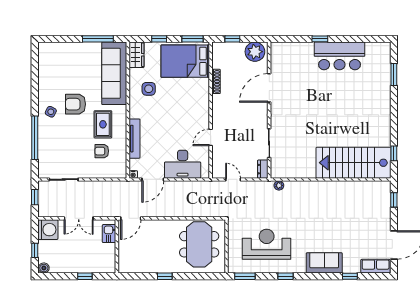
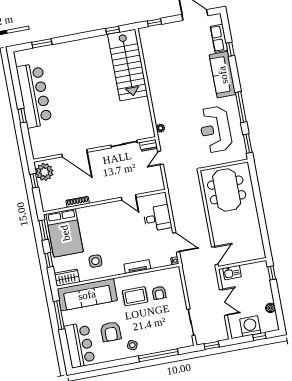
window: (232, 39) -> (34, 181), moved
bar counter: (61, 55) -> (80, 345), added
bar counter: (340, 56) -> (34, 95), width x1.36
armchair: (76, 104) -> (111, 332), moved
tv unit: (134, 139) -> (137, 267), width x0.71
desk: (183, 164) -> (157, 218), width x0.73
door: (233, 179) -> (160, 158), moved
door: (131, 218) -> (215, 256), hinge flipped
washing machine: (48, 230) -> (250, 326), moved
meeting table: (199, 244) -> (227, 190), turned 90
sofa: (324, 263) -> (223, 75), width x1.36
row of seats: (376, 266) -> (219, 38), moved
boiler: (44, 268) -> (270, 308), moved
window: (85, 276) -> (272, 273), moved
window: (165, 276) -> (261, 215), removed
window: (285, 276) -> (241, 107), width x2.17

